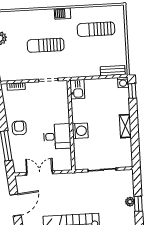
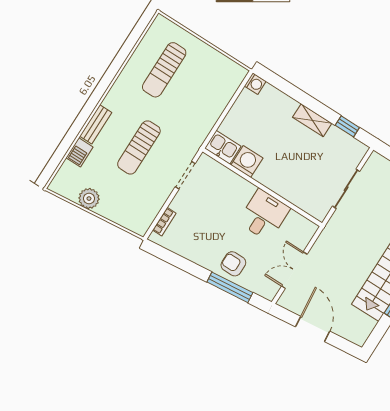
barbecue: (63, 14) -> (80, 152), moved
bench: (113, 71) -> (96, 124), moved
window: (132, 91) -> (347, 126), moved
armchair: (19, 128) -> (233, 264), moved
washing machine: (80, 131) -> (247, 162), moved

